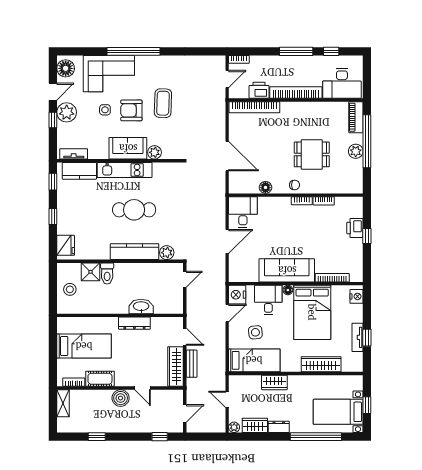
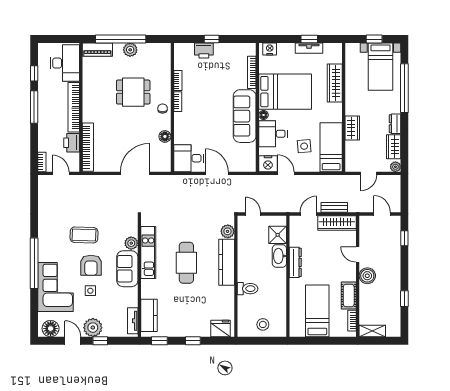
dining table: (312, 154) -> (133, 92), turned 90
kitchen unit: (125, 170) -> (148, 253), moved
shower: (91, 272) -> (278, 235), moved
door: (143, 388) -> (358, 255), swing flipped

